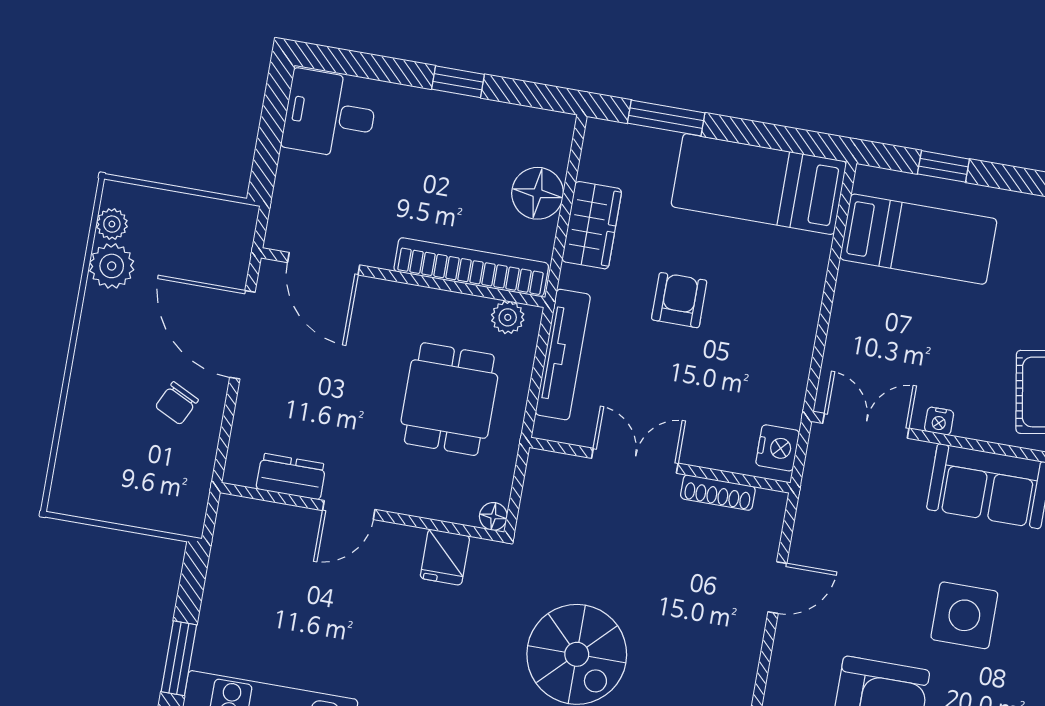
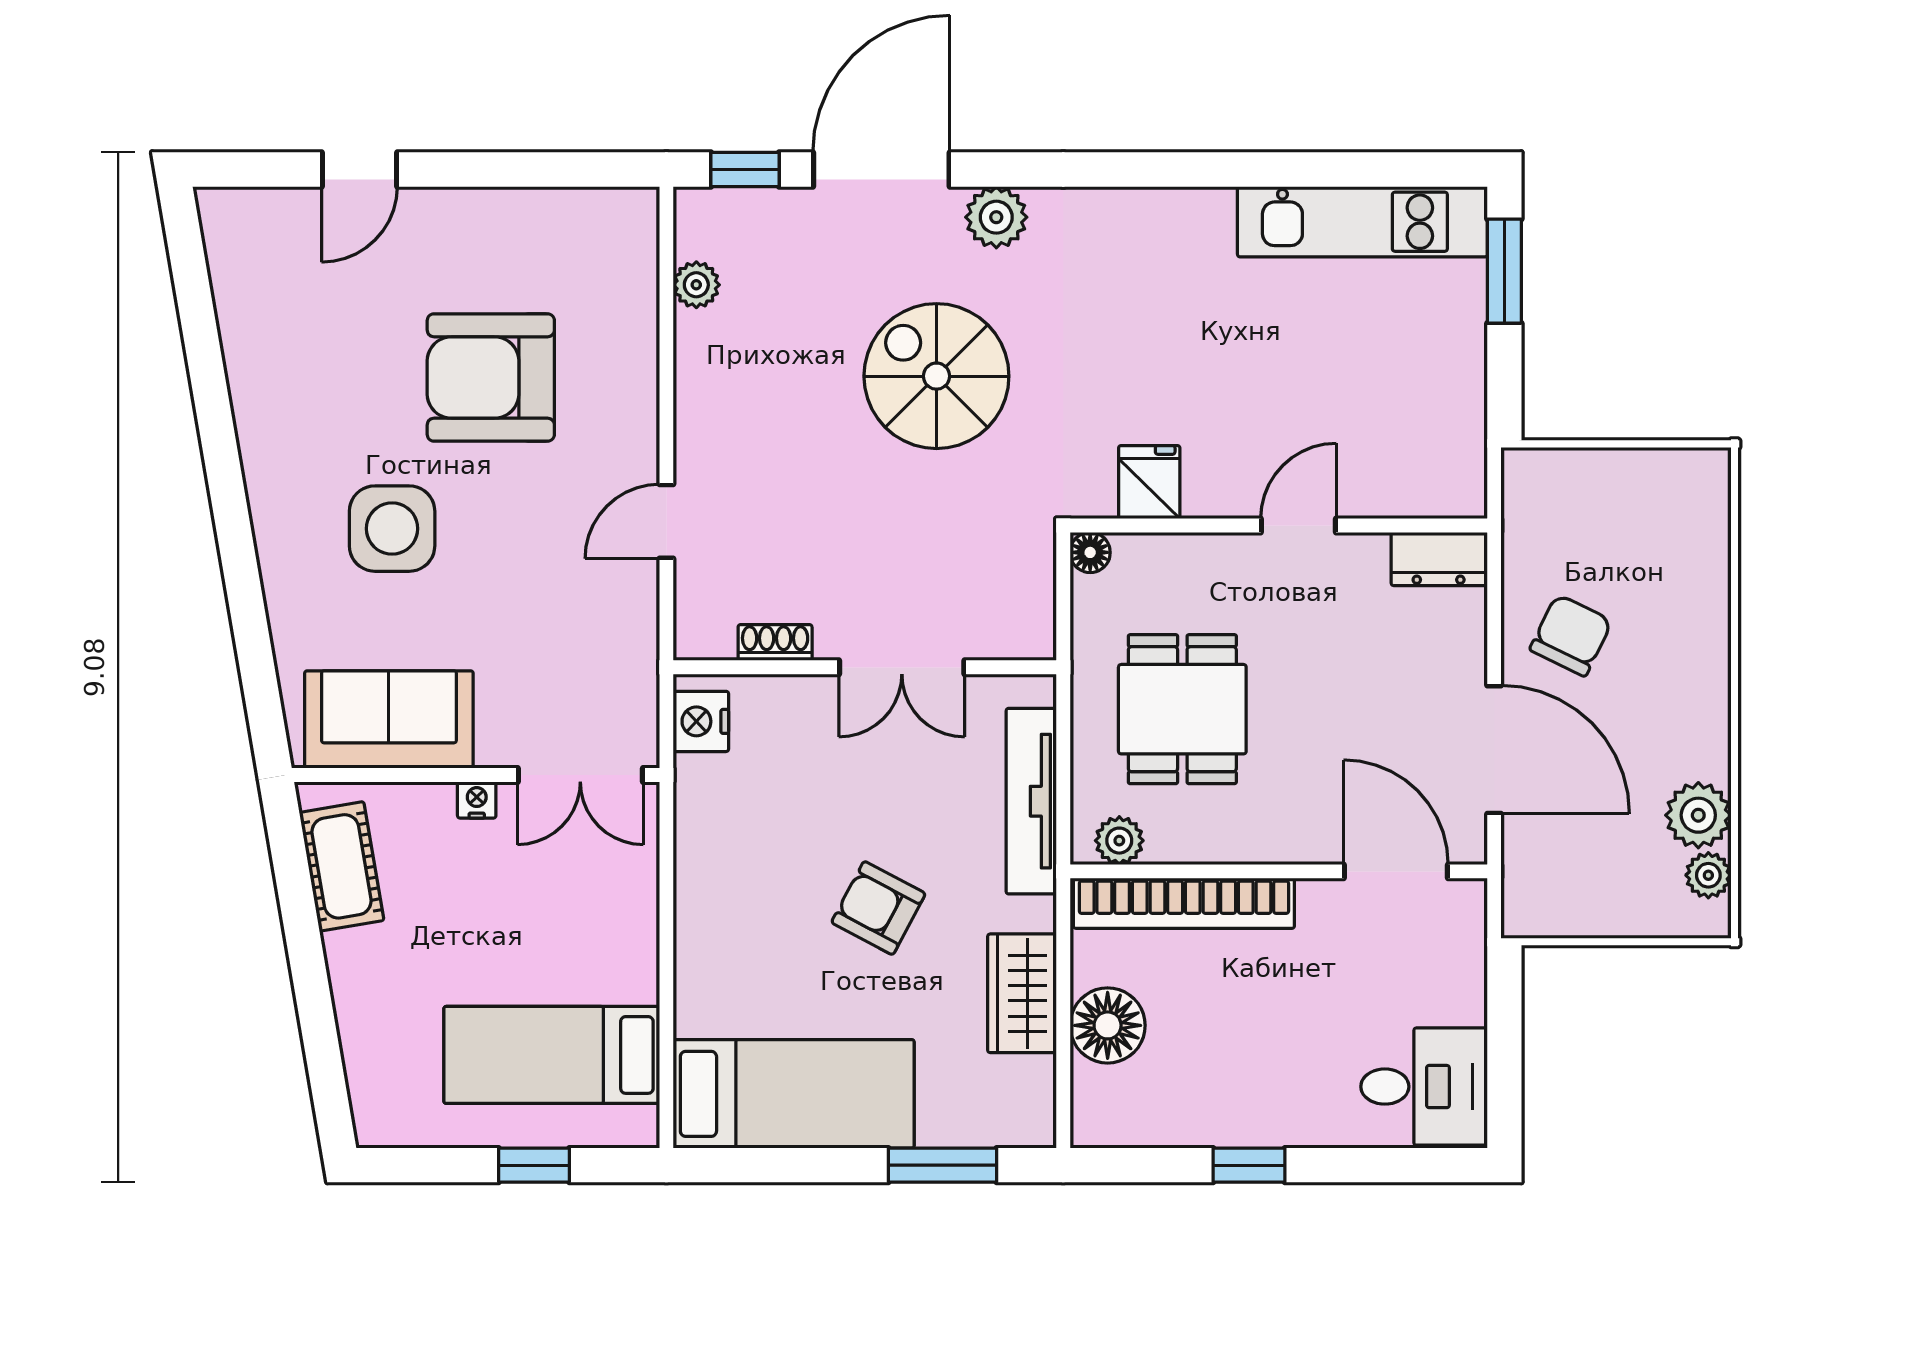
armchair: (679, 300) -> (878, 908), turned 118
chair: (177, 403) -> (1571, 635), width x1.37, depth x1.37
dresser: (291, 477) -> (1439, 559), moved
shoe rack: (718, 493) -> (775, 643), width x0.70

